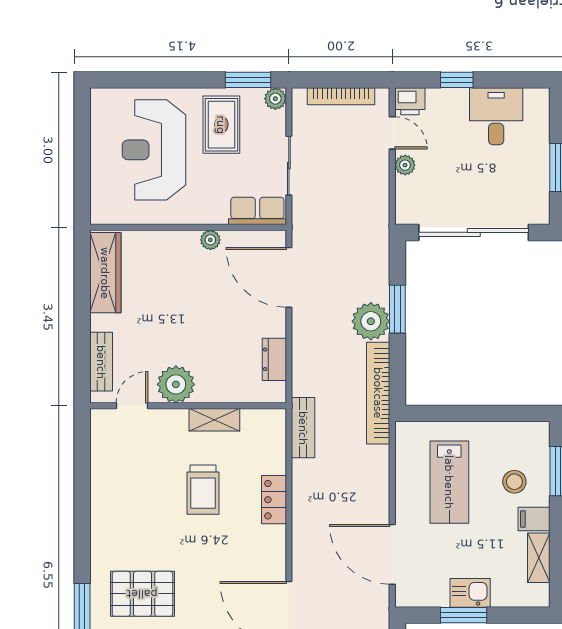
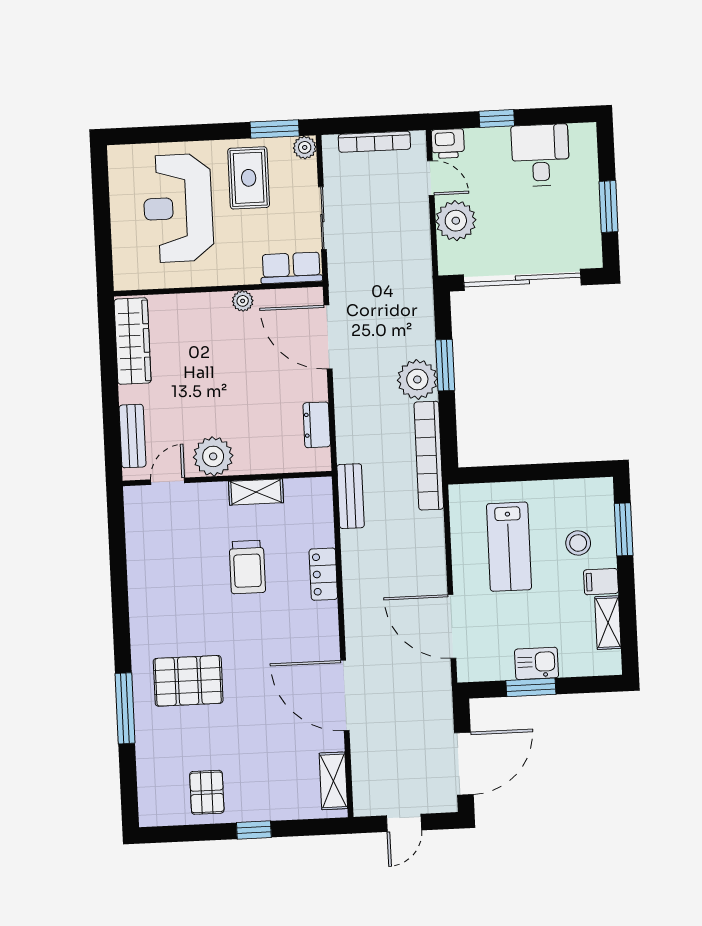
plant: (405, 165) -> (456, 221), width x1.88, depth x1.88

